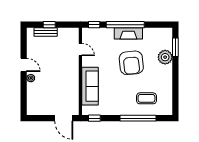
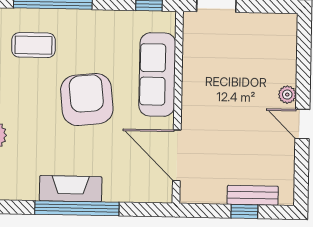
window: (94, 25) -> (146, 210), removed
door: (80, 50) -> (177, 155), width x1.88
armchair: (131, 63) -> (87, 100), moved

